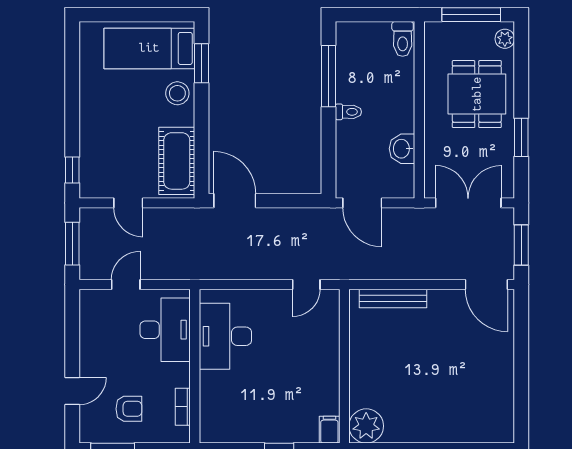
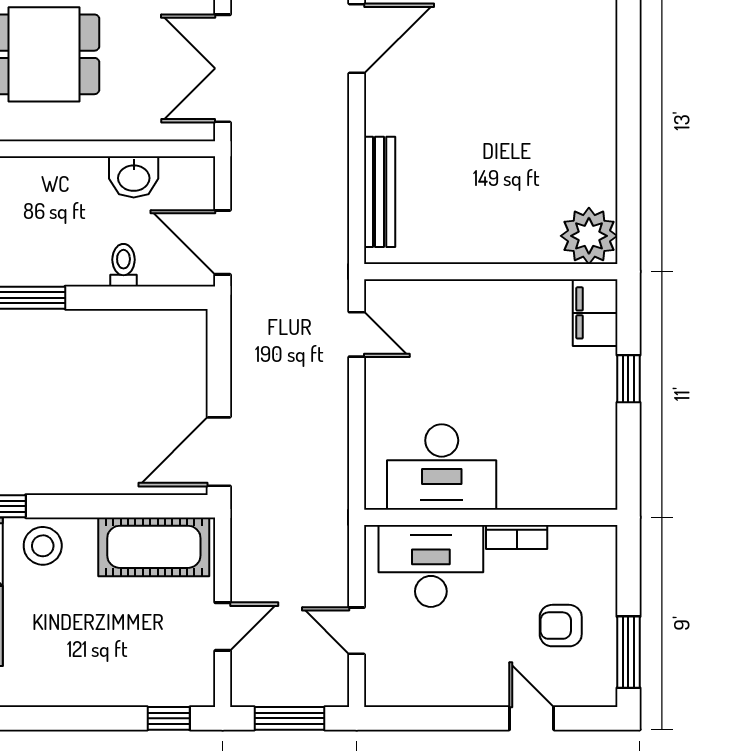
toilet: (348, 112) -> (123, 265), moved
door: (362, 203) -> (223, 242), swing flipped
bookcase: (183, 407) -> (517, 537), moved
armchair: (129, 409) -> (561, 626), turned -90
filing cabinet: (329, 430) -> (595, 313), width x2.00

